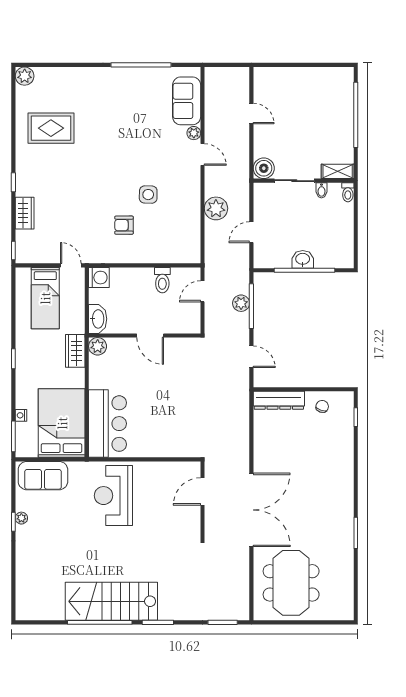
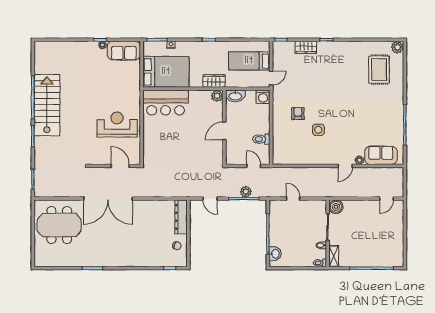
door: (251, 113) -> (386, 199), moved
rug: (51, 128) -> (379, 70), moved
plant: (216, 208) -> (309, 175), removed
washbasin: (303, 259) -> (275, 254), moved
door: (251, 357) -> (210, 199), hinge flipped
sofa: (43, 476) -> (124, 51), moved, turned -90
reception desk: (113, 496) -> (117, 125), moved

